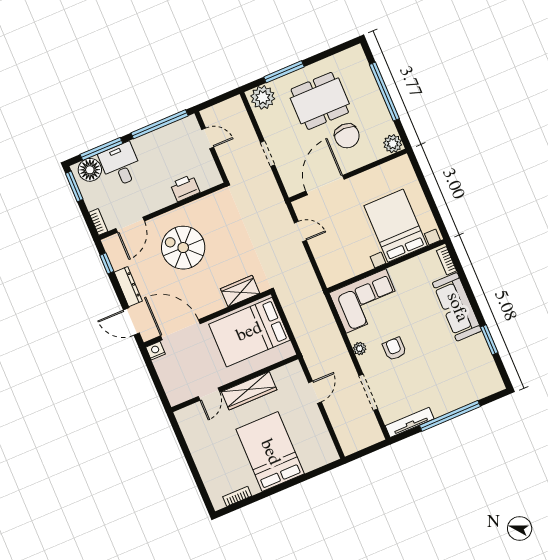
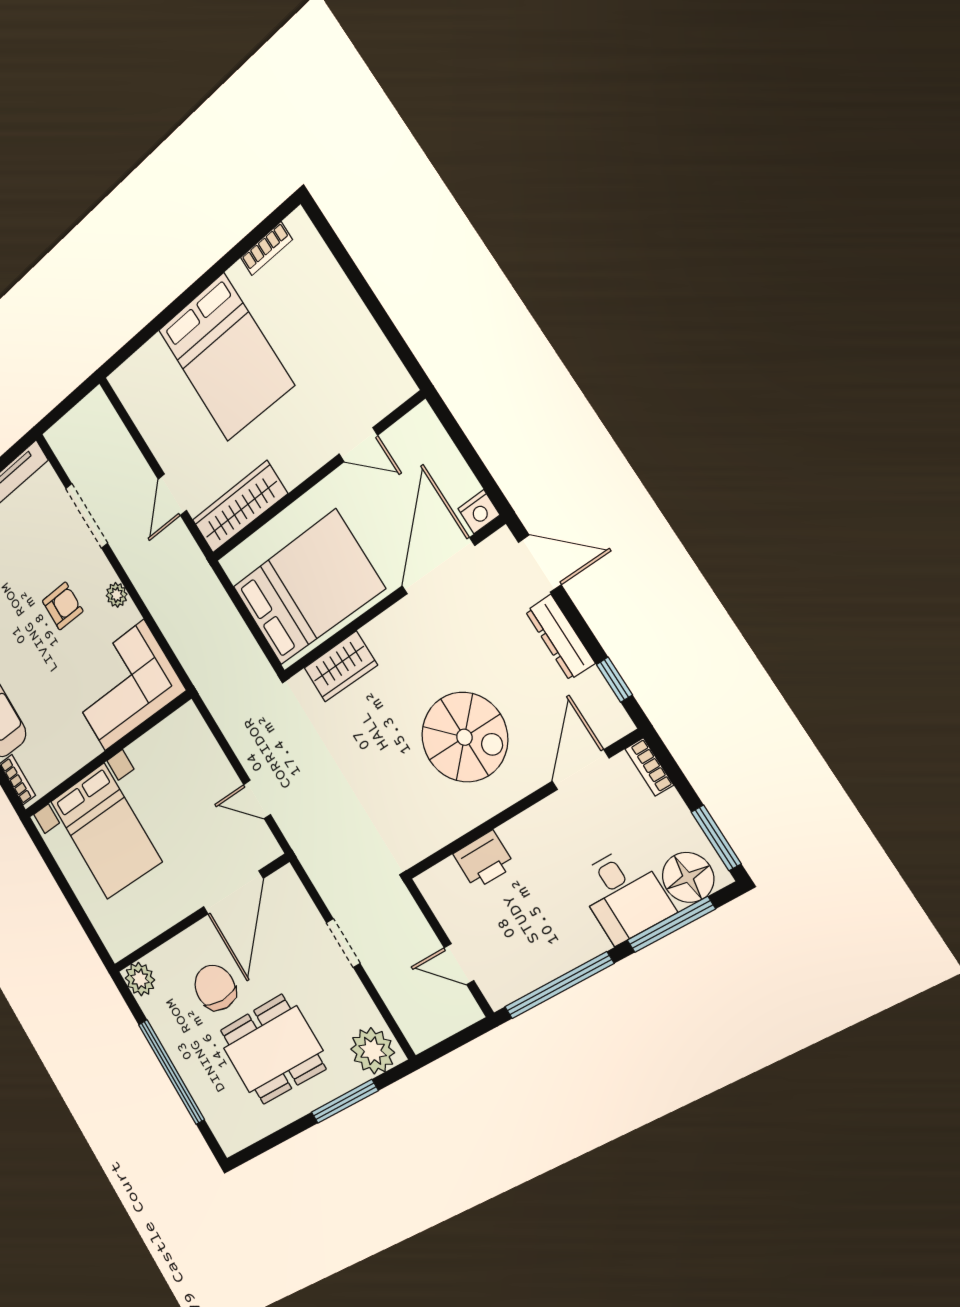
door: (180, 330) -> (438, 566), swing flipped
armchair: (394, 349) -> (63, 606), turned -90
wardrobe: (249, 391) -> (240, 507), moved
door: (209, 394) -> (358, 445), swing flipped

